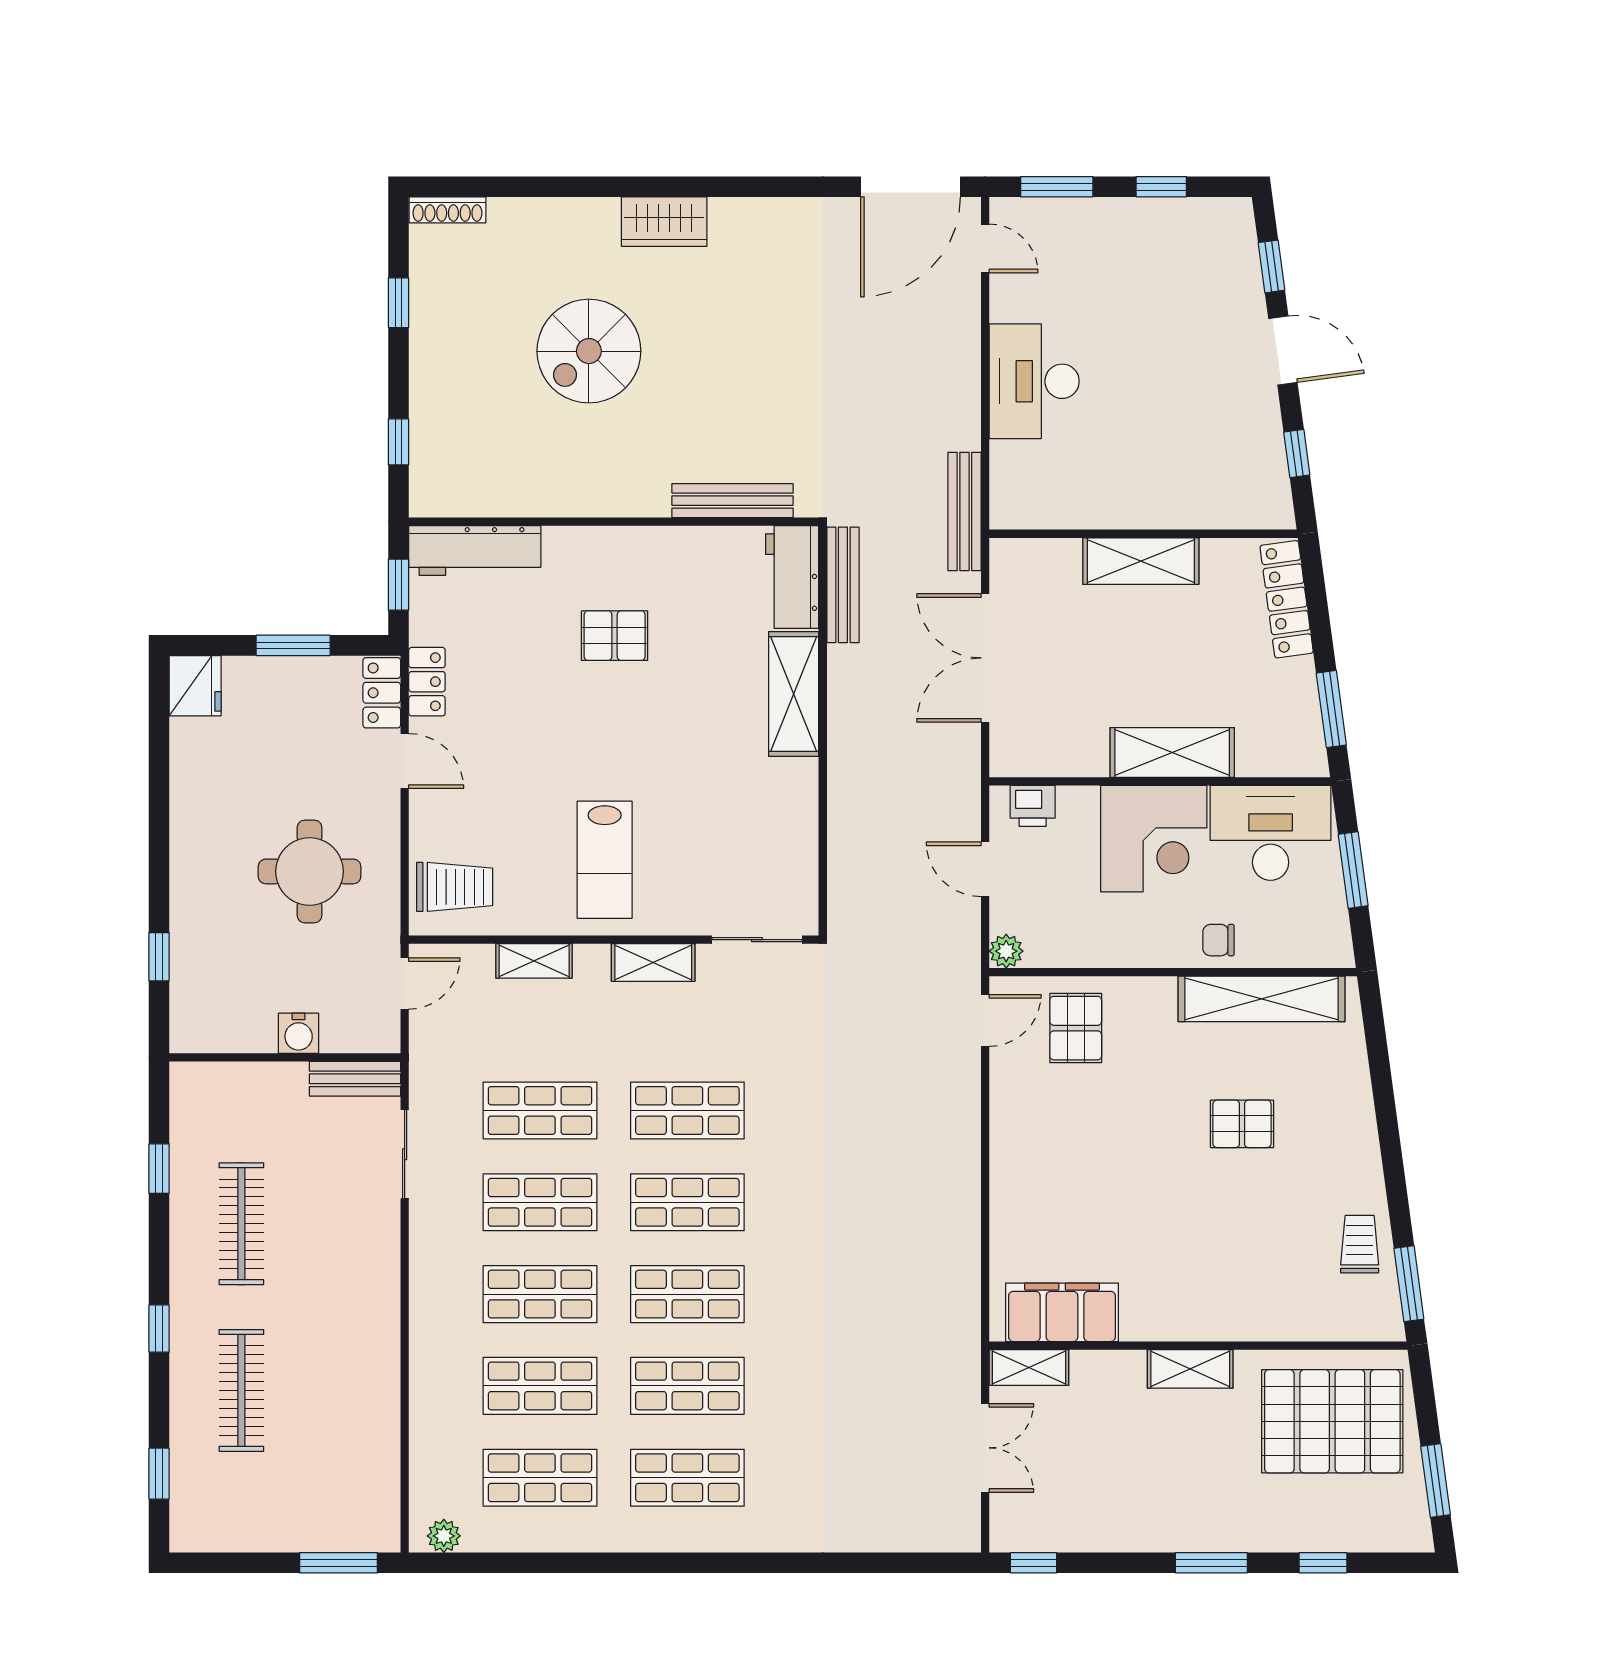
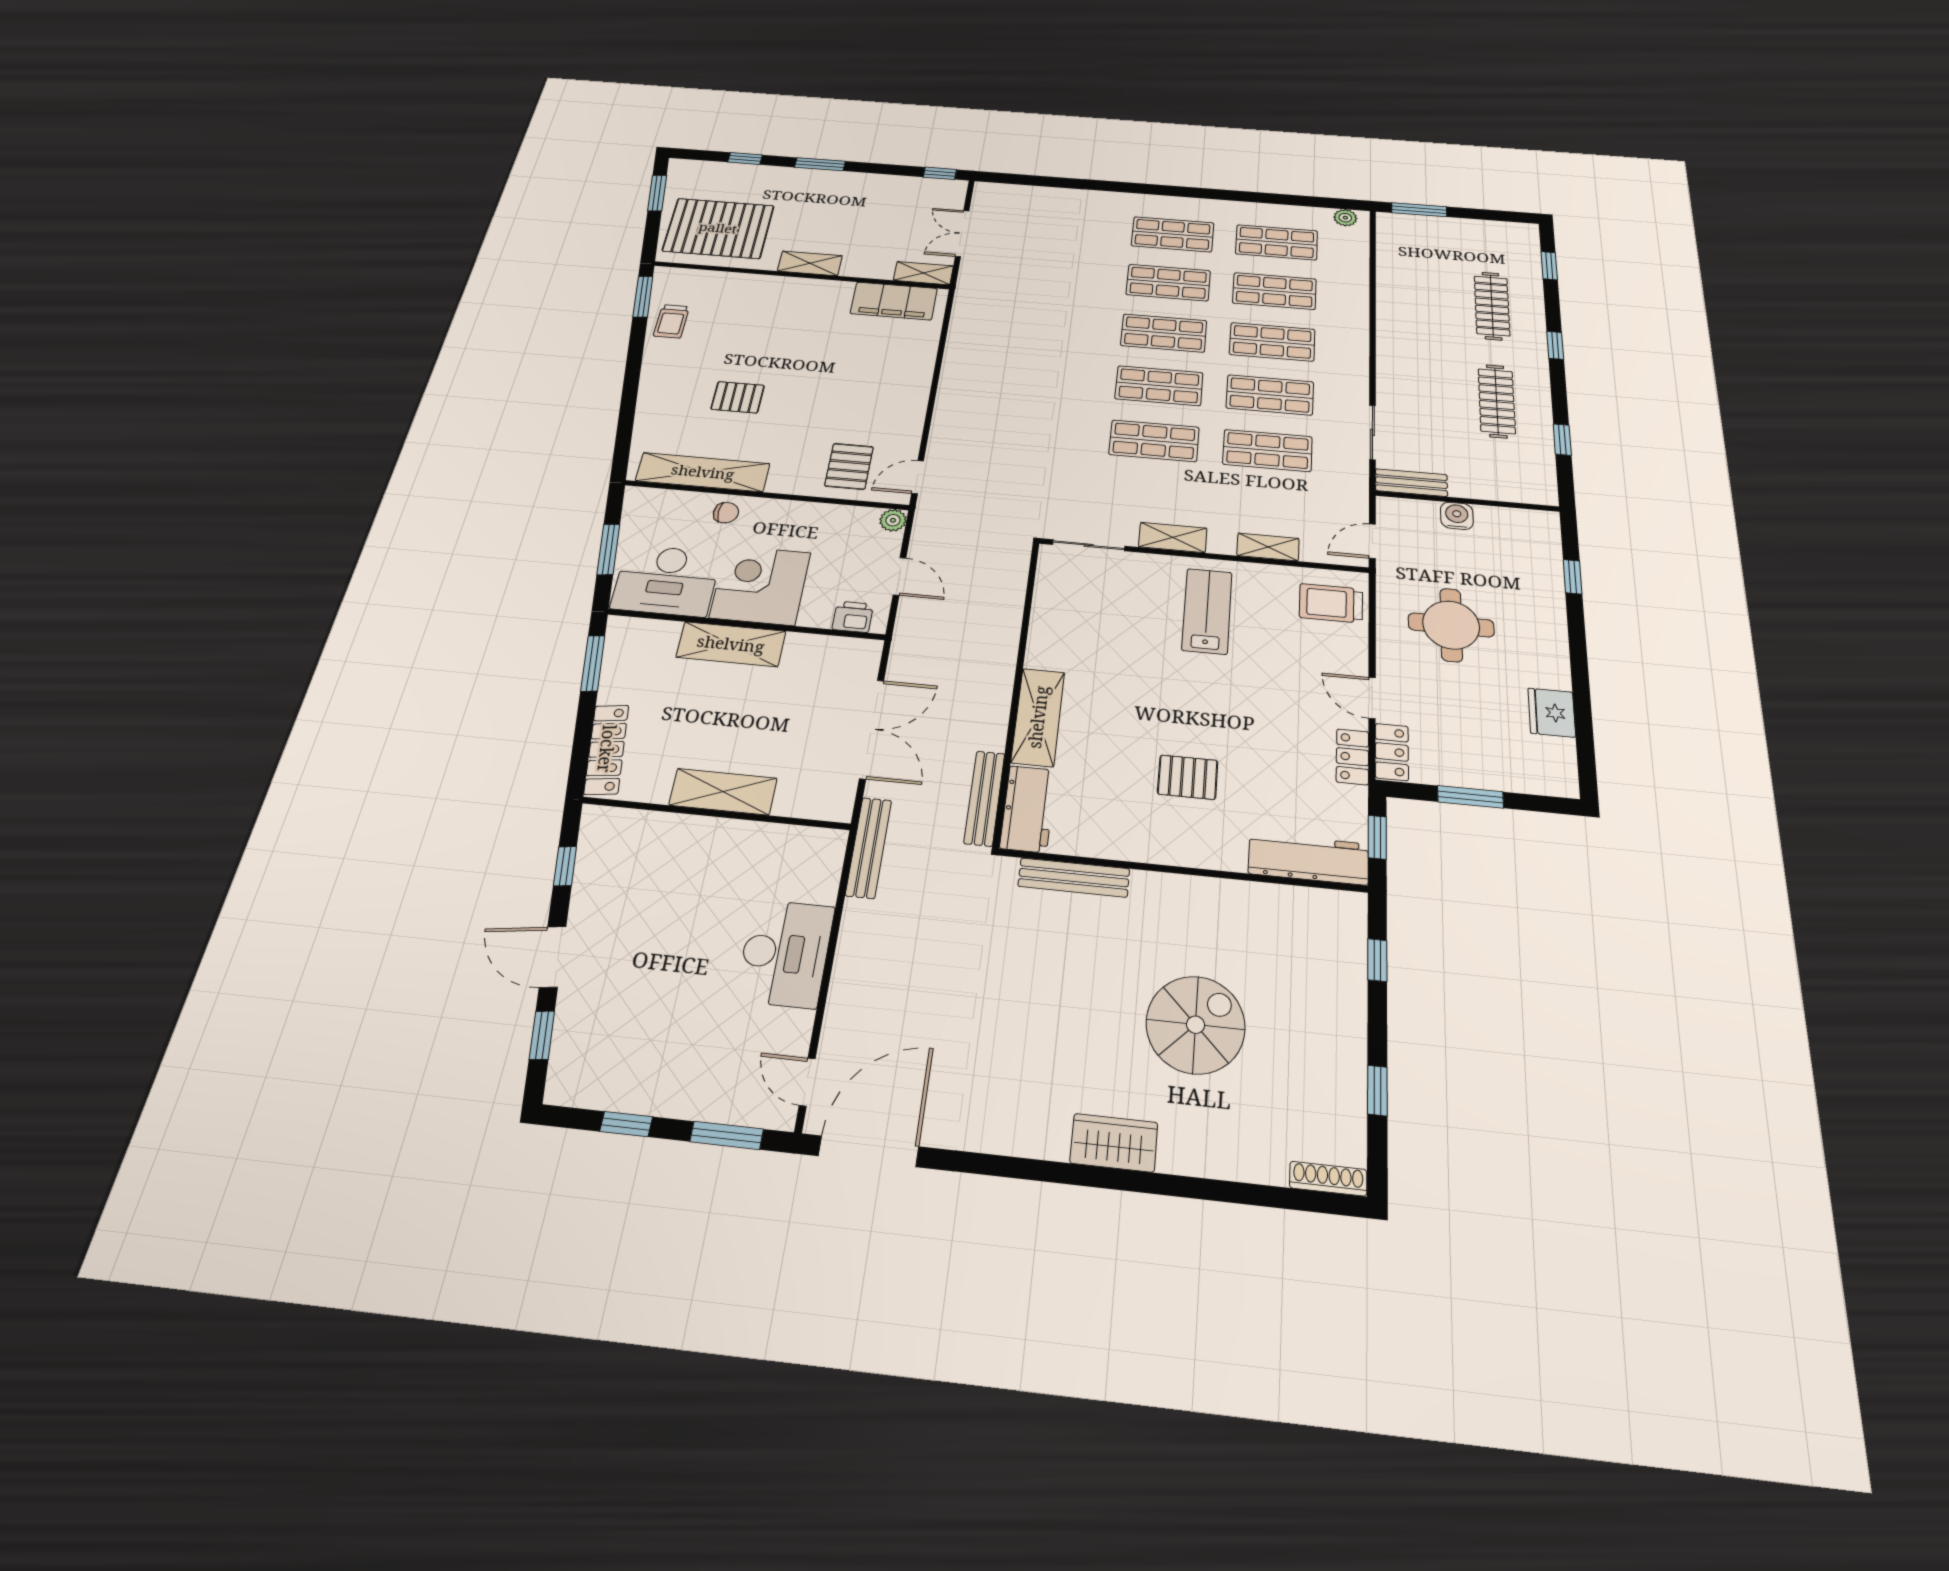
fridge: (195, 686) -> (1552, 713), moved

